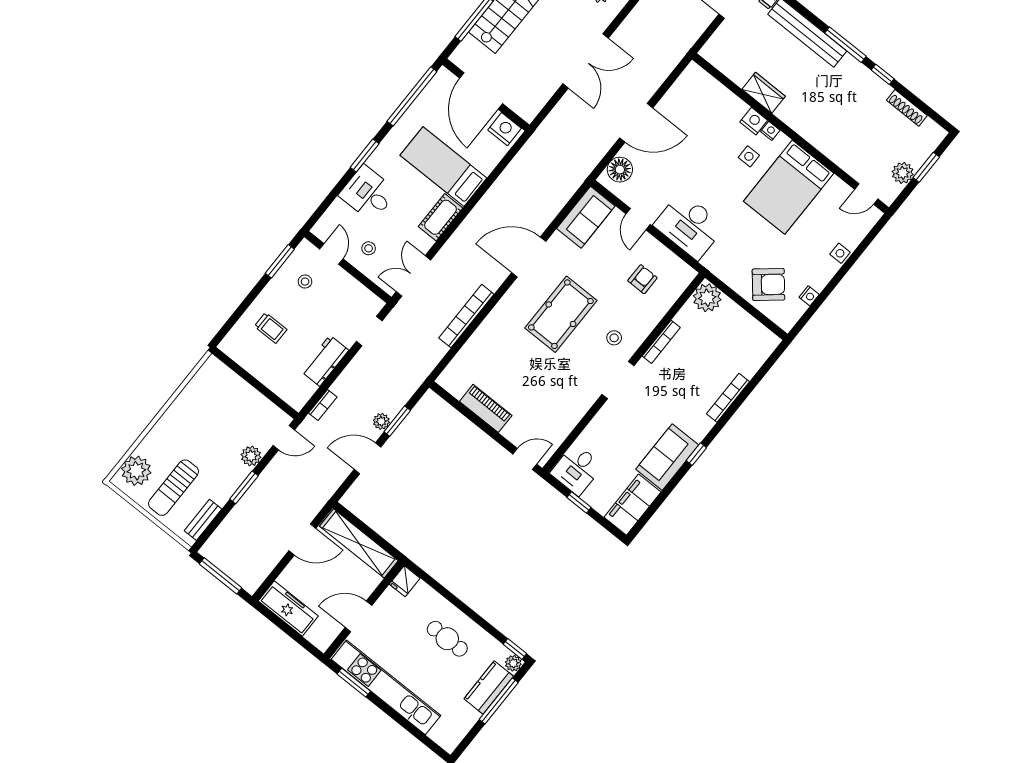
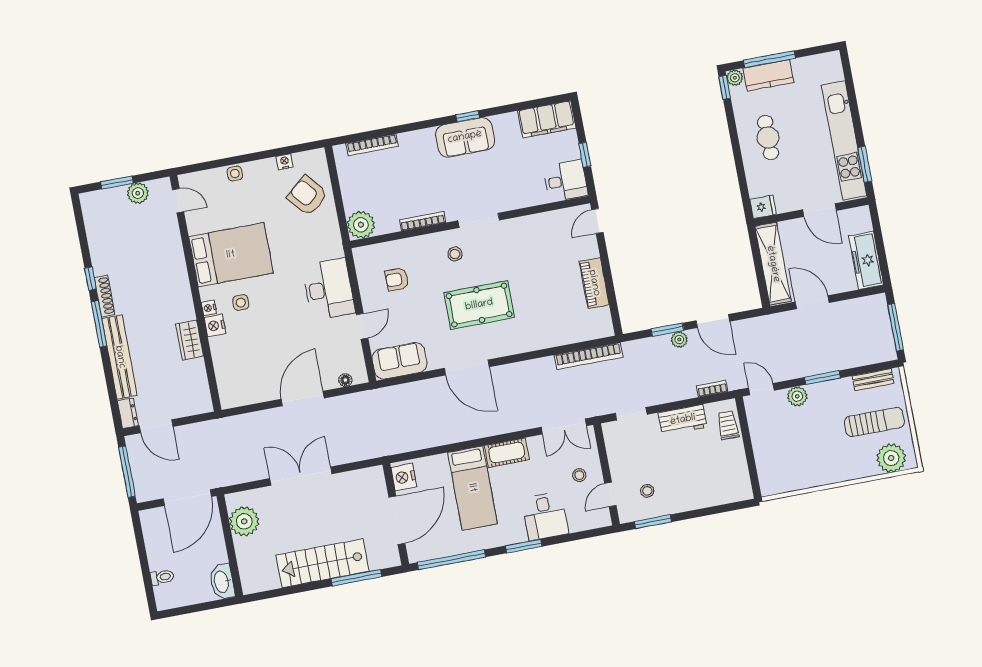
shoe rack: (907, 108) -> (105, 296), moved
door: (636, 123) -> (303, 399), hinge flipped
floor lamp: (620, 170) -> (345, 380), width x0.53, depth x0.53
bookcase: (466, 316) -> (588, 356), moved
trolley: (271, 328) -> (728, 425), moved
bookcase: (728, 398) -> (372, 145), moved
sofa: (667, 457) -> (465, 137), moved
door: (525, 459) -> (597, 221), hinge flipped

